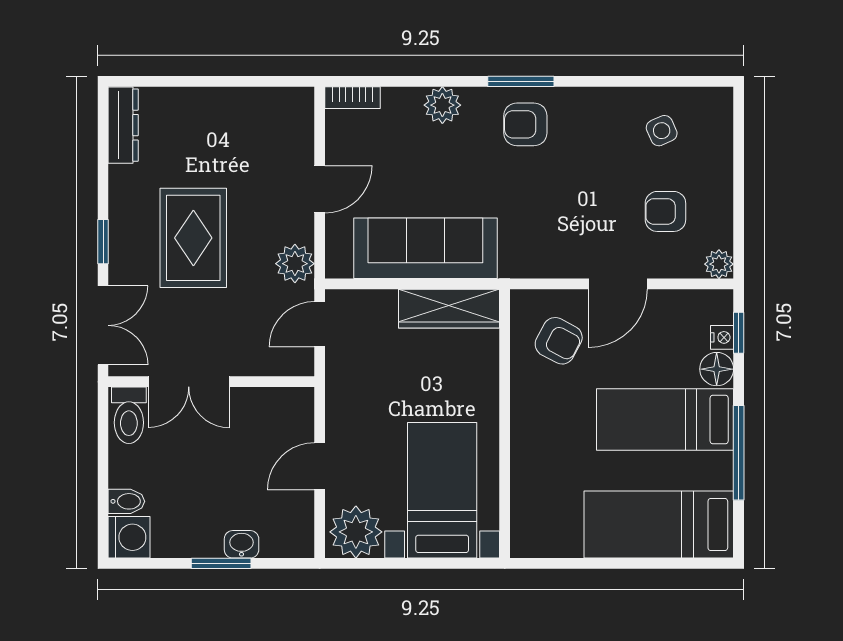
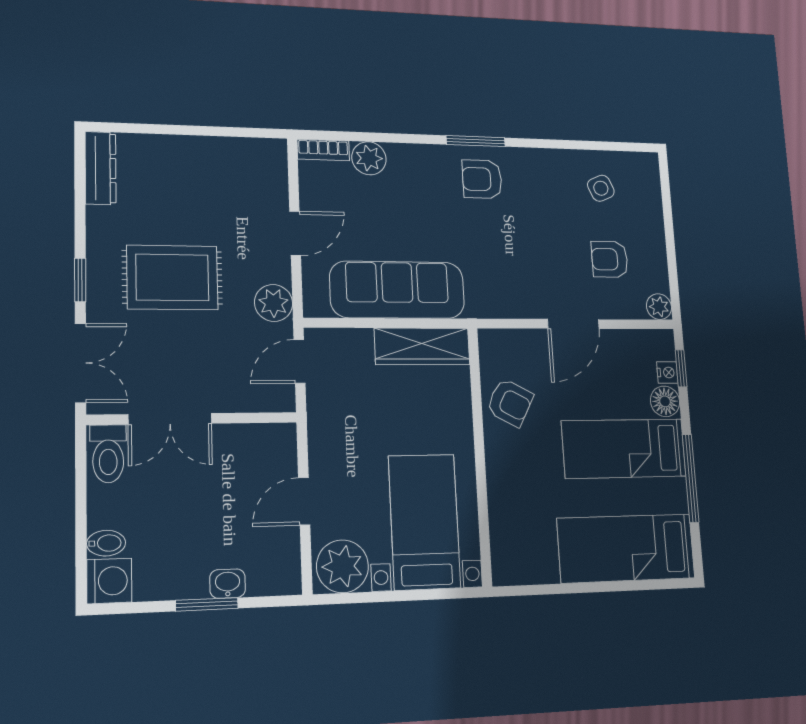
plant: (442, 105) -> (369, 158), moved
rug: (193, 238) -> (172, 277), turned 90
armchair: (559, 341) -> (510, 403), moved

